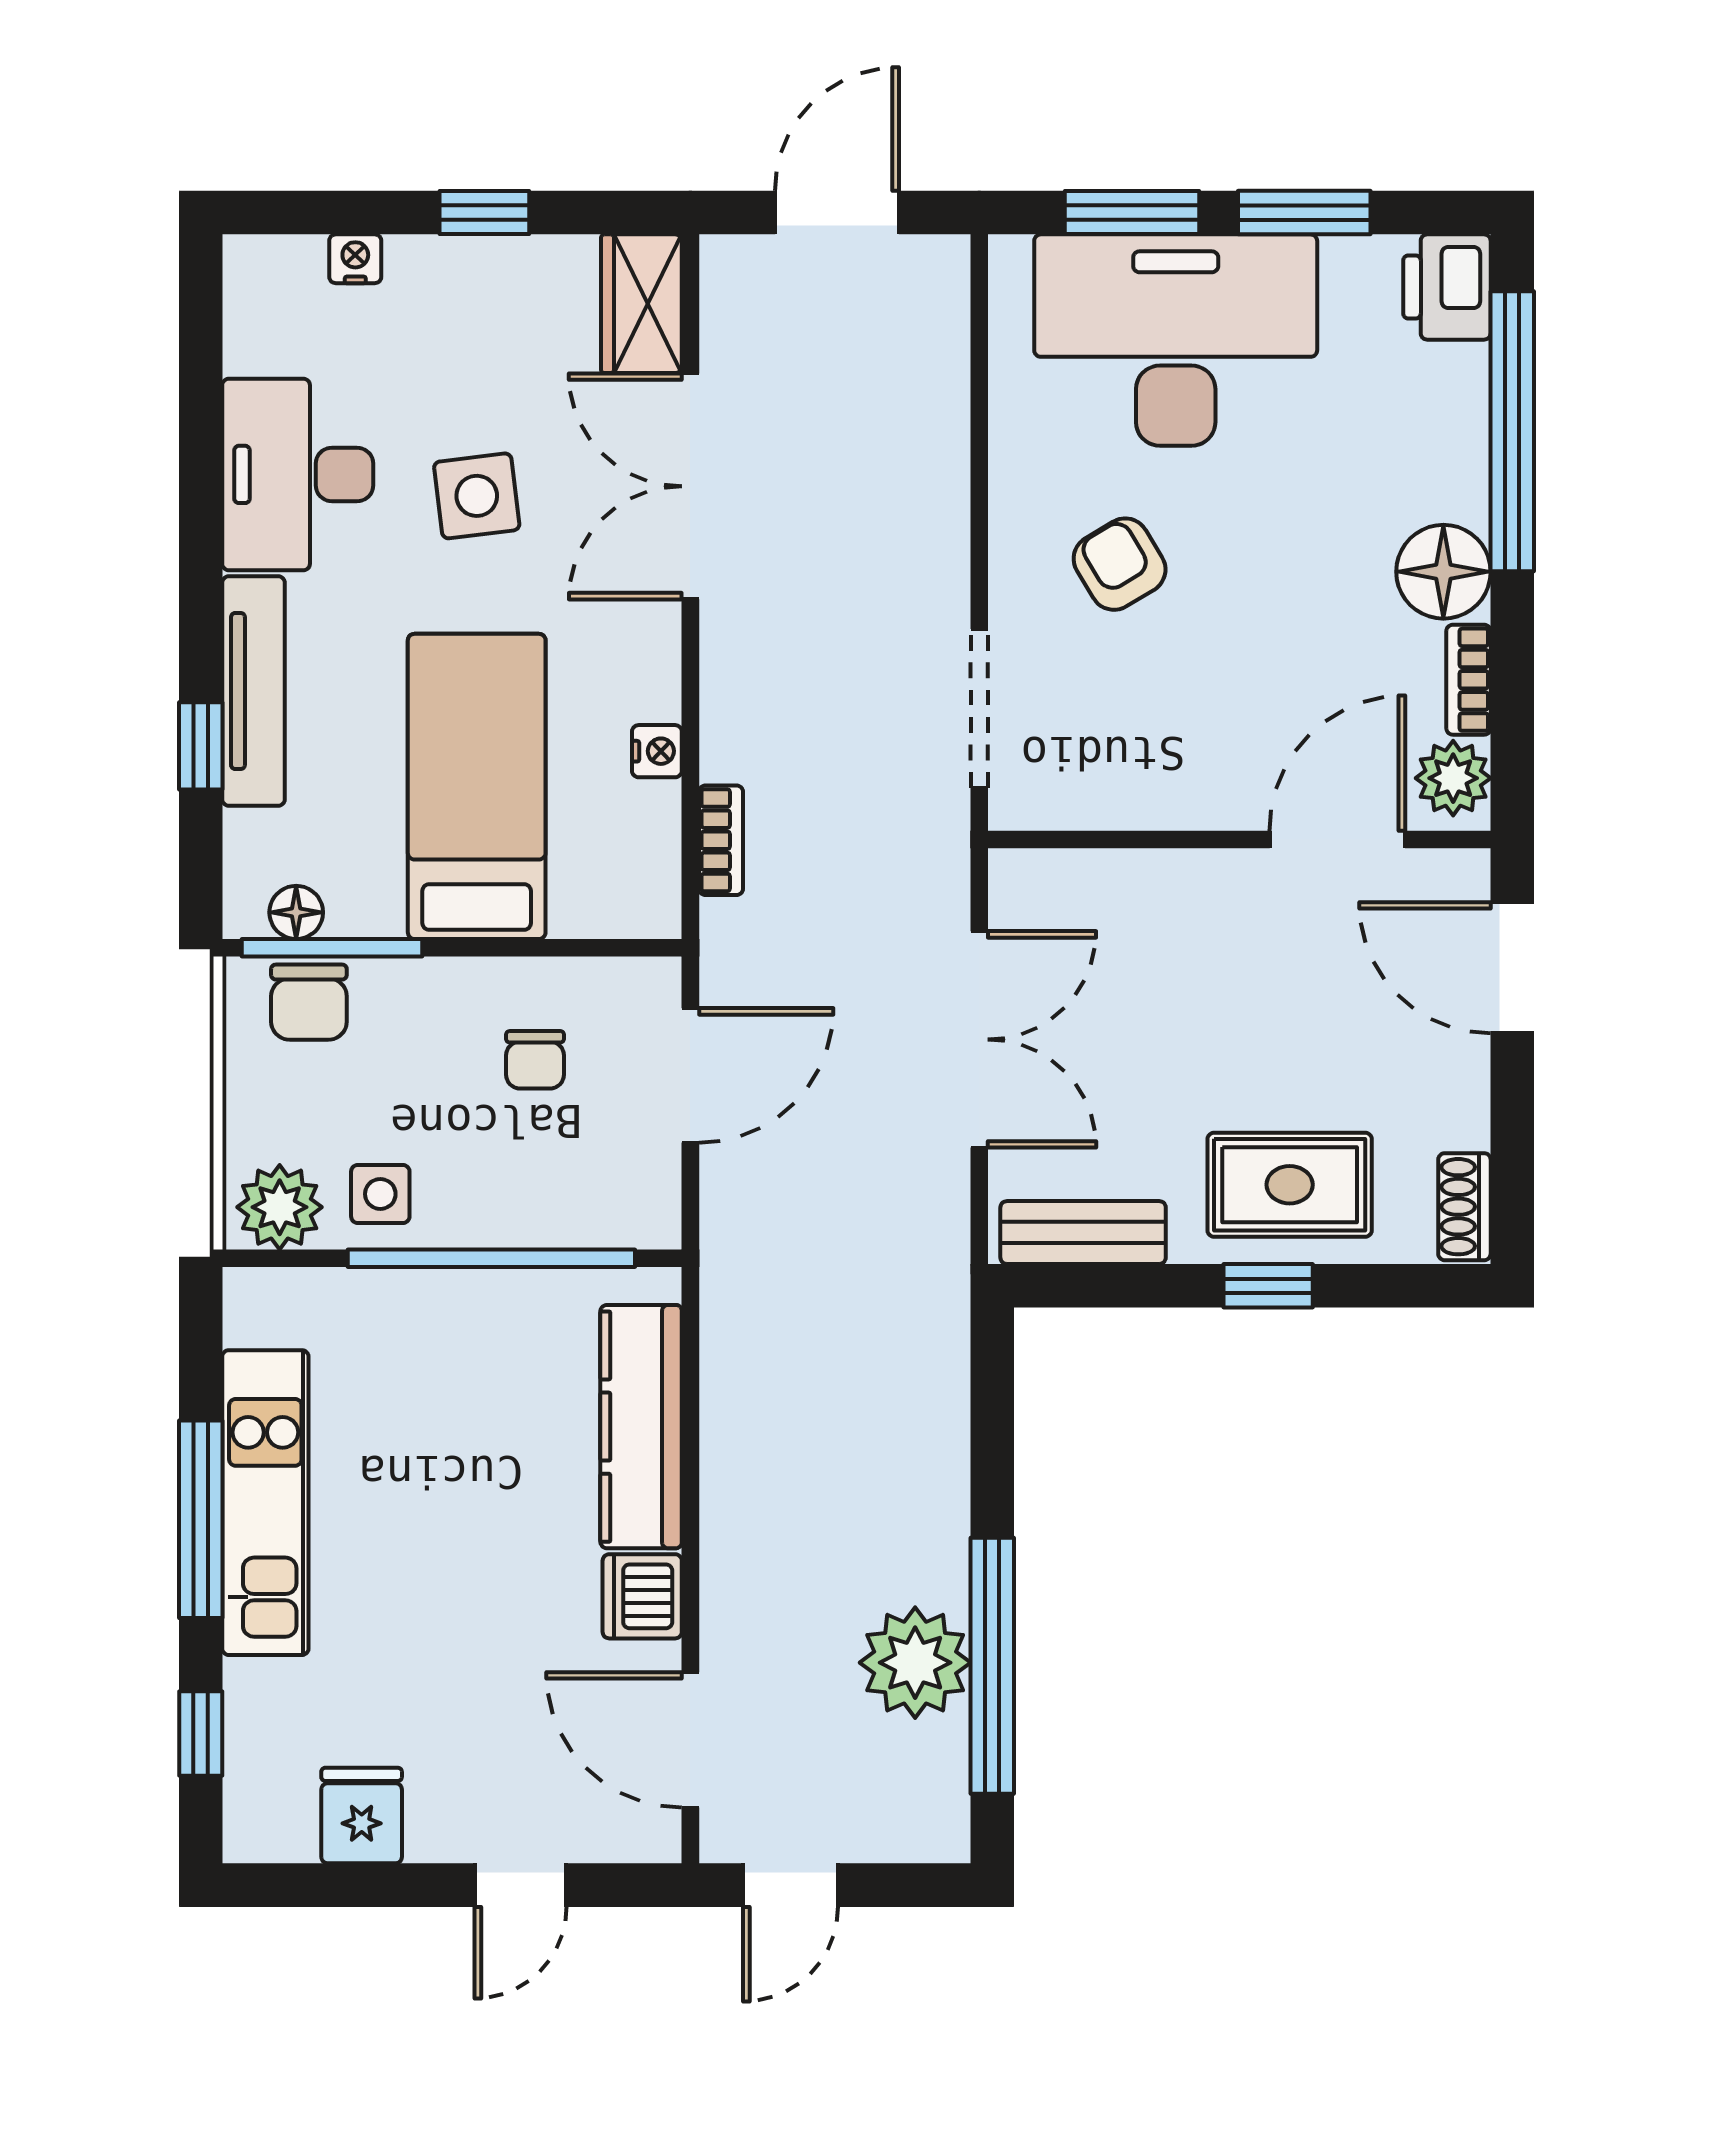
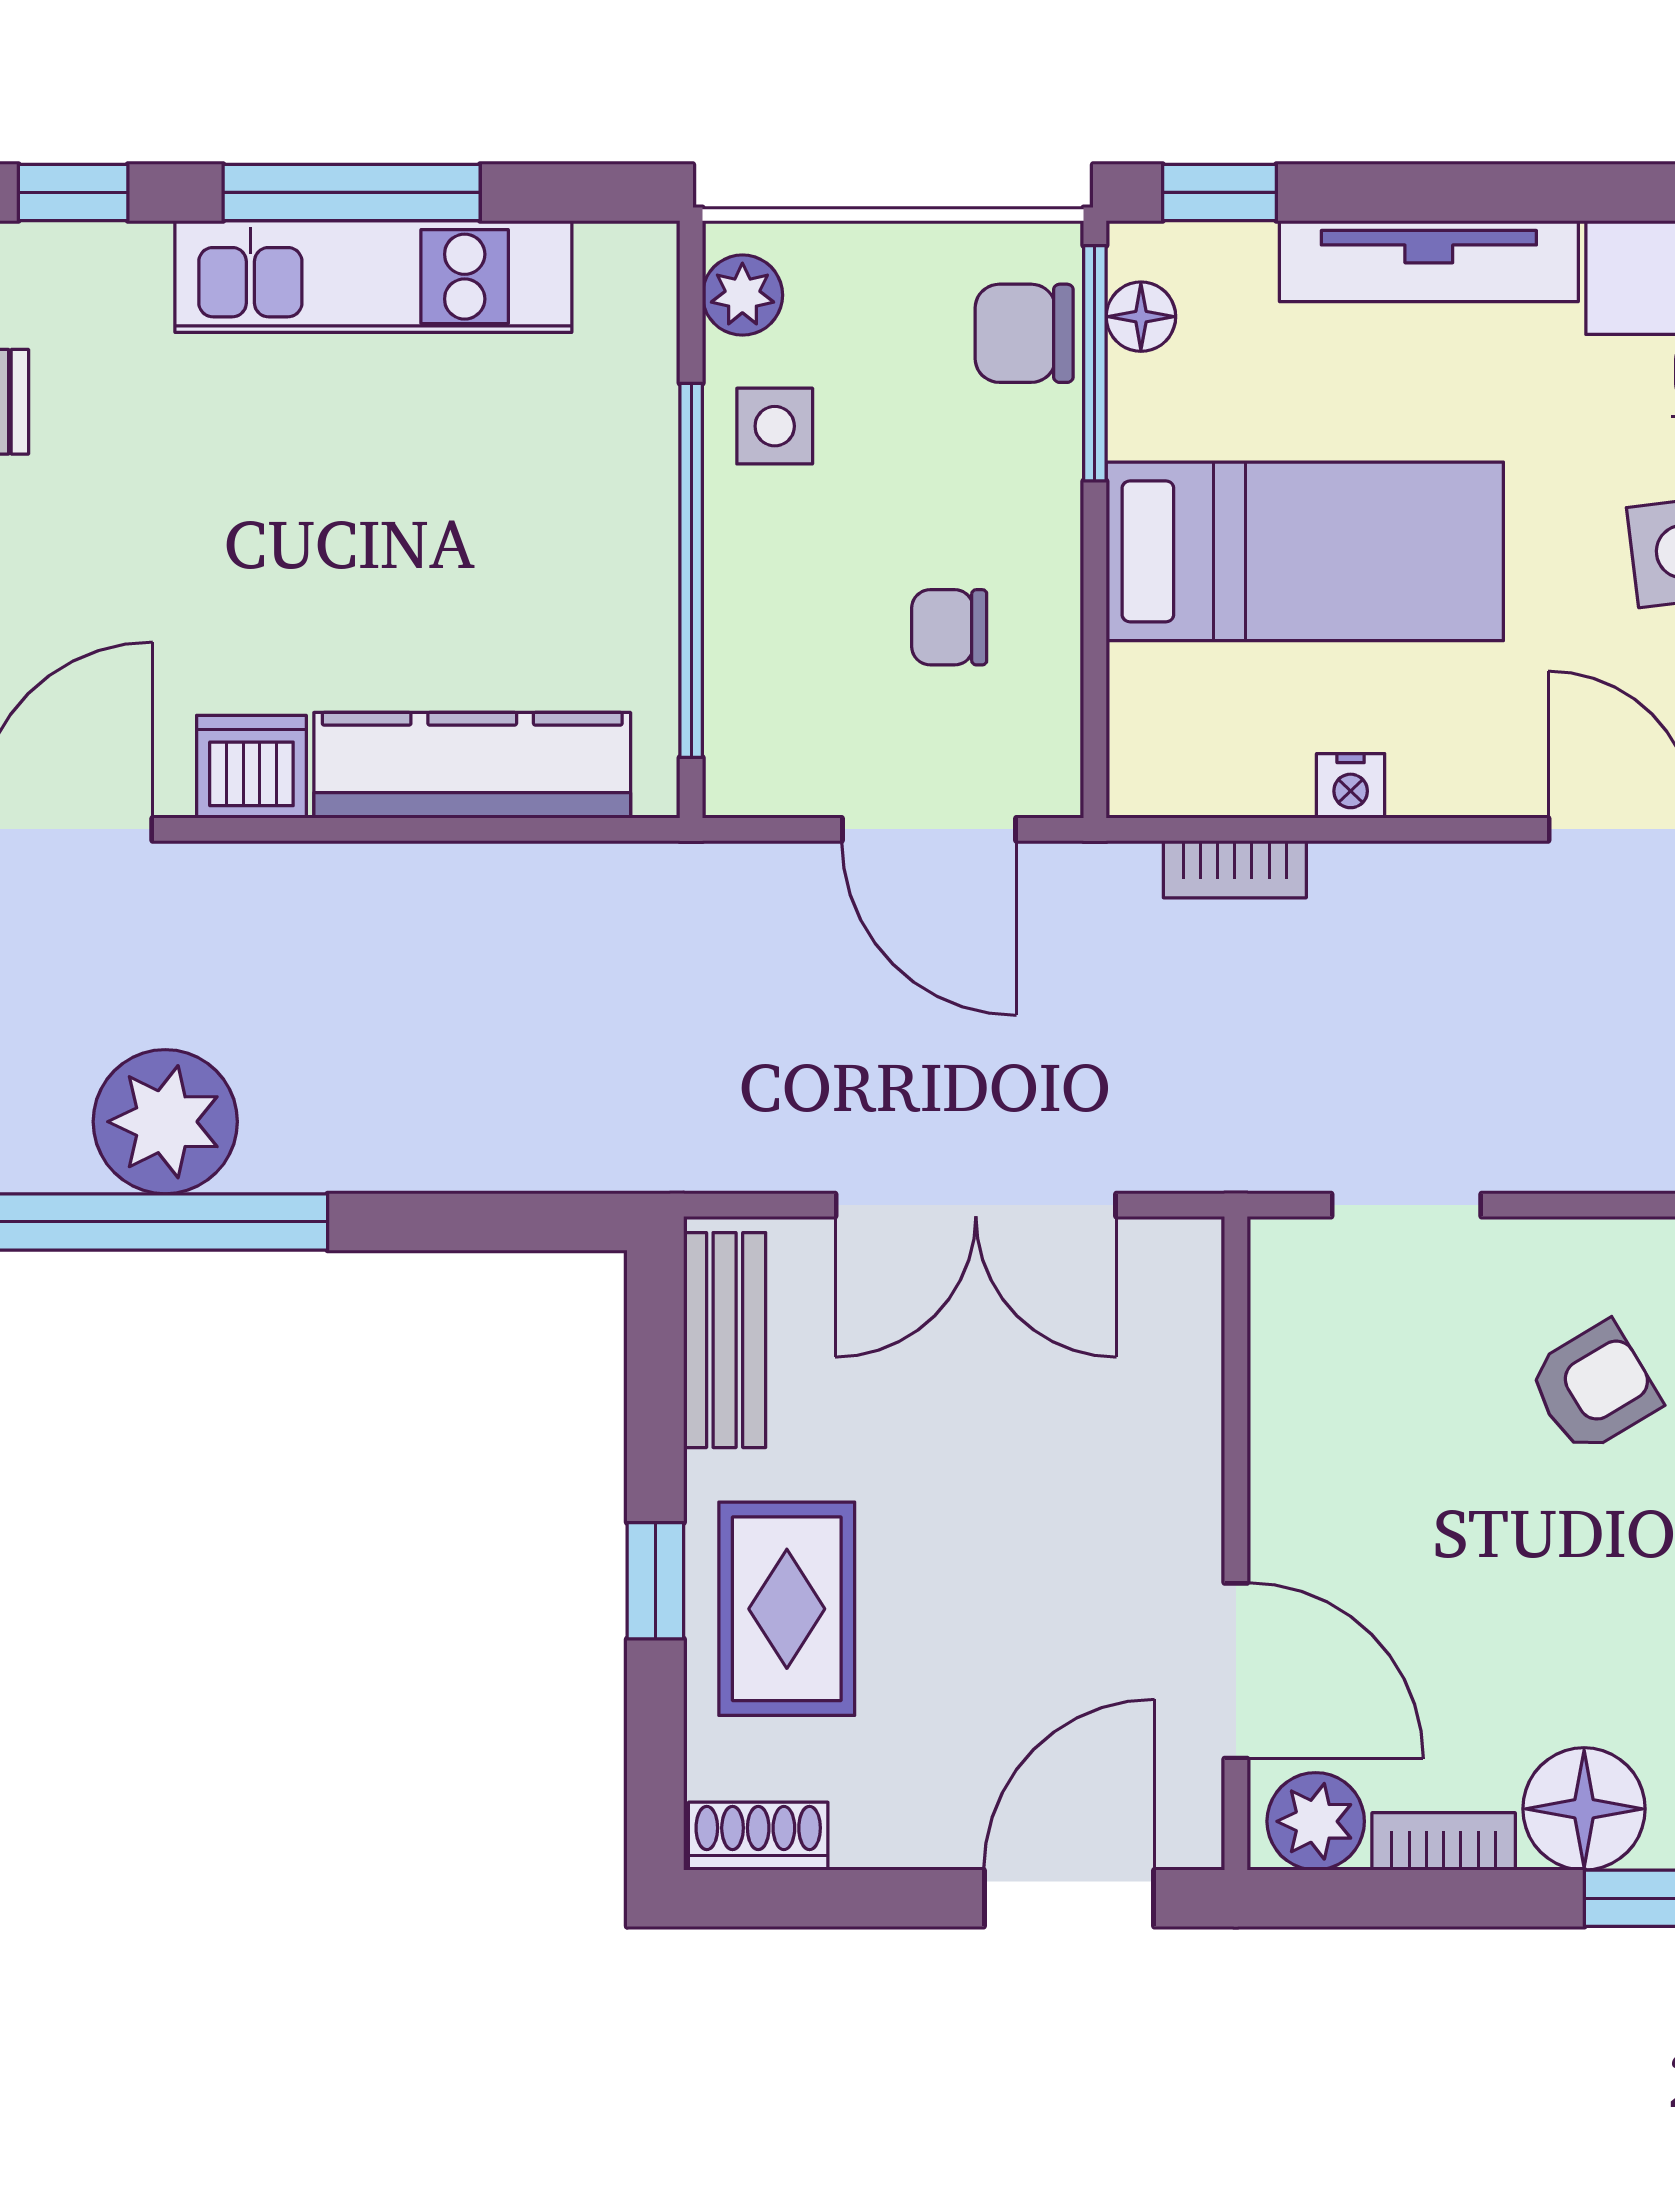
doorway: (979, 708) -> (1406, 1205), width x0.73
window: (201, 746) -> (1219, 192), moved
plant: (280, 1207) -> (742, 295), width x0.73, depth x0.73

